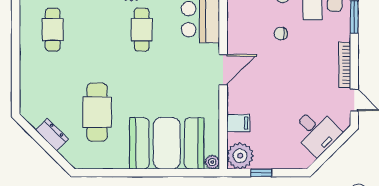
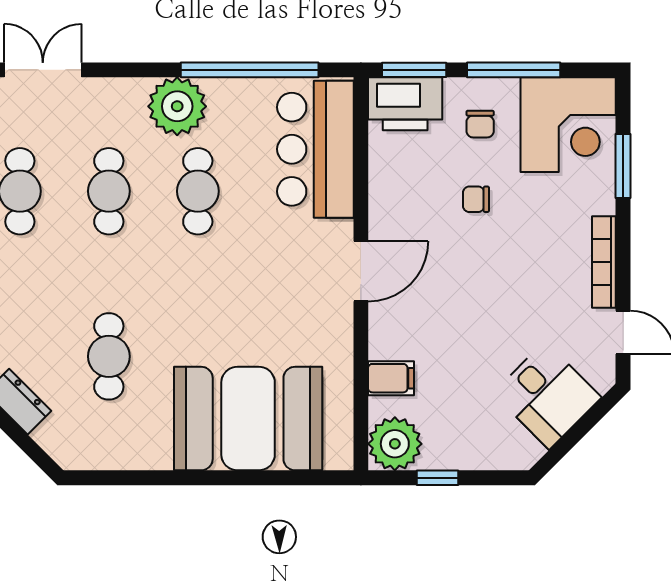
cafe table: (97, 30) -> (109, 191), added
cafe table: (97, 112) -> (109, 356), width x0.73, depth x0.74
plant: (212, 162) -> (339, 456), removed

